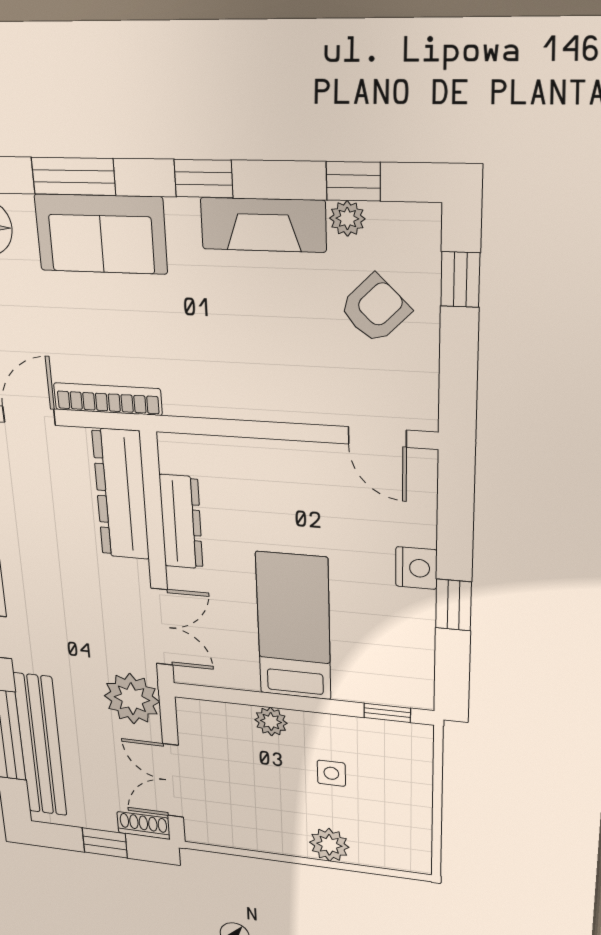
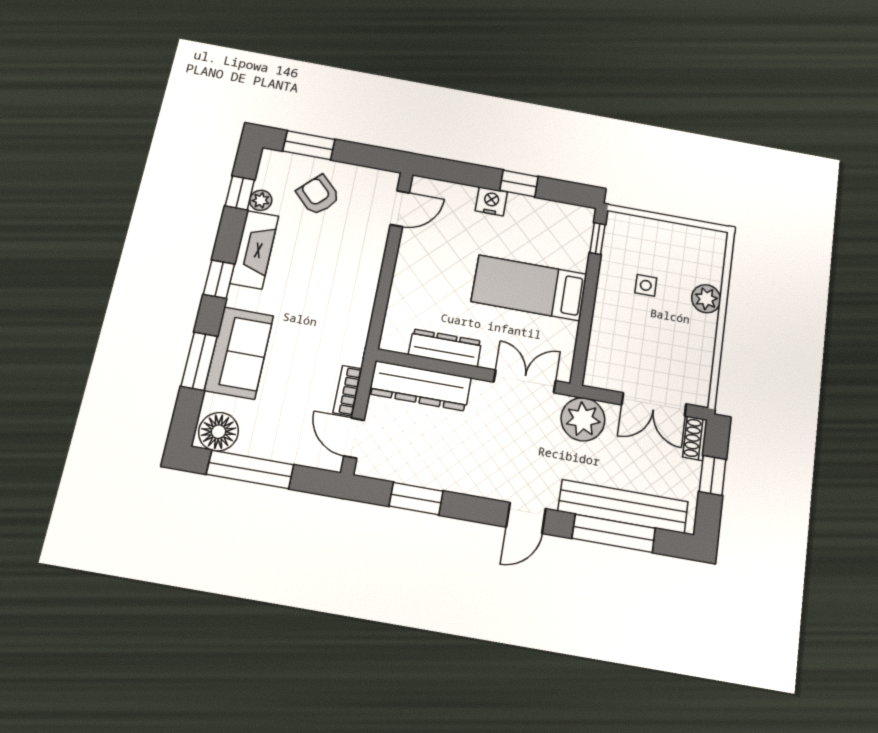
window: (460, 280) -> (309, 145), width x1.50
bookcase: (108, 399) -> (348, 391), width x0.64
plant: (271, 722) -> (603, 319), removed

